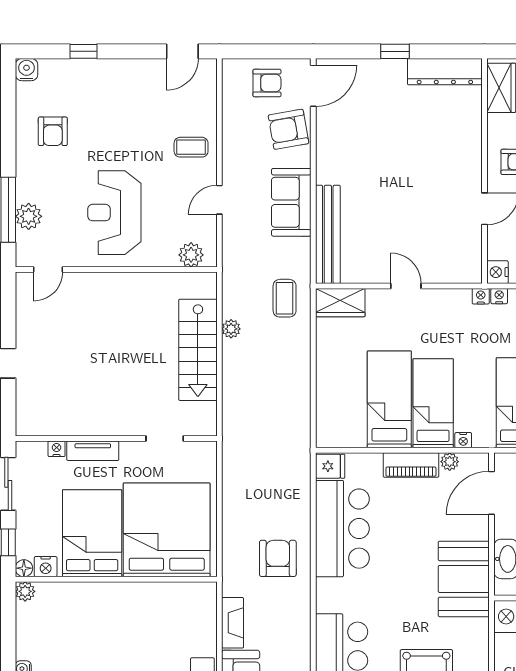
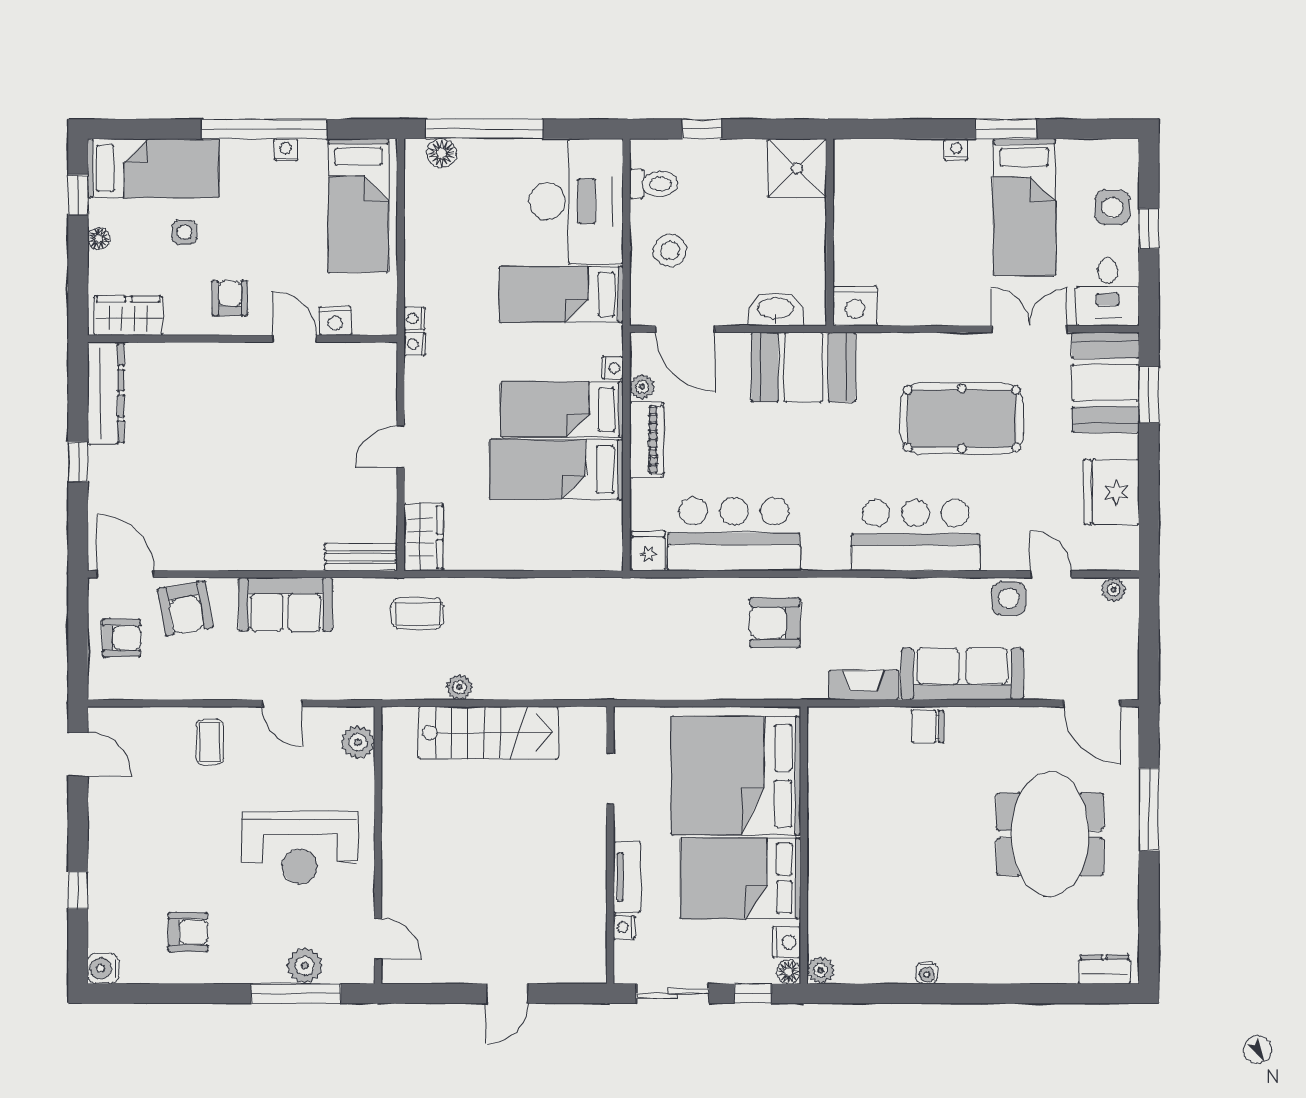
armchair: (267, 83) -> (121, 638), turned 90
bench: (328, 234) -> (361, 557), width x0.54, depth x0.82
nightstand: (497, 272) -> (335, 321), moved

